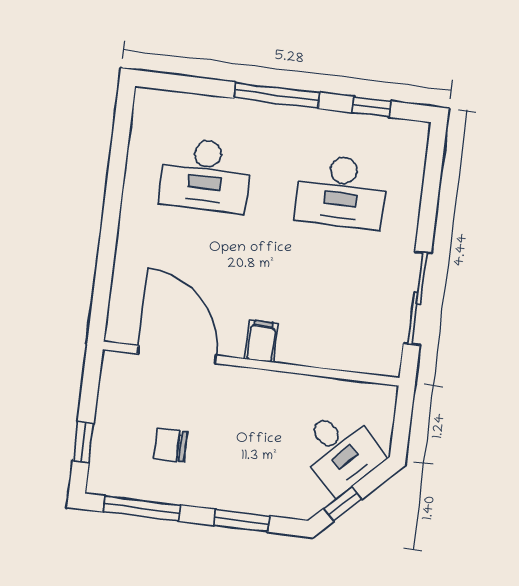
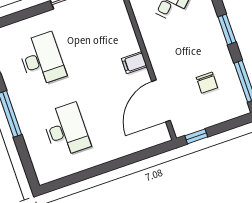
window: (83, 442) -> (196, 136), moved

